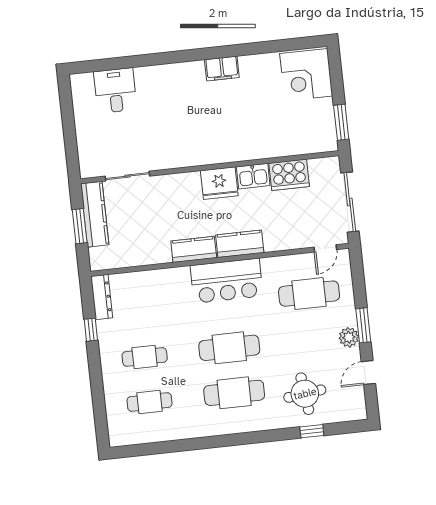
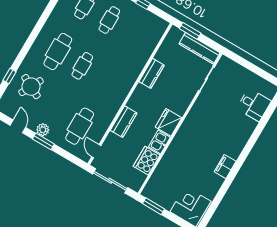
window: (80, 226) -> (190, 31), moved
kitchen counter: (240, 244) -> (124, 122), moved
kitchen counter: (194, 249) -> (152, 73), moved
bar counter: (227, 281) -> (117, 90), removed
dresser: (102, 297) -> (155, 21), removed
cafe table: (229, 348) -> (82, 66), width x0.73, depth x0.74
round table: (305, 394) -> (31, 87), turned 34

